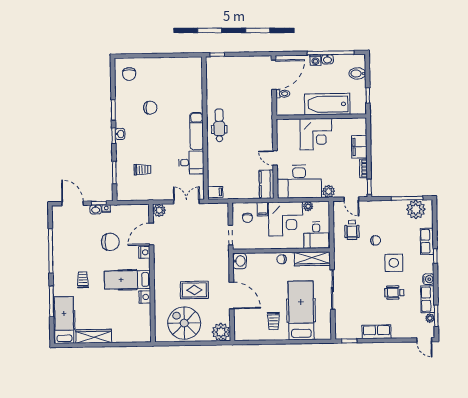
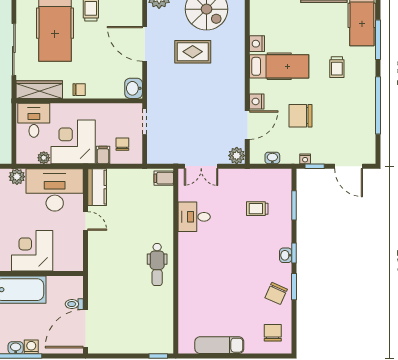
chair: (150, 108) -> (276, 293), moved, turned -66
exam couch: (197, 131) -> (219, 345), moved, turned -90
washbasin: (96, 209) -> (272, 158), moved

